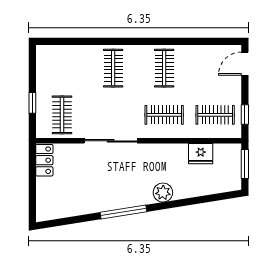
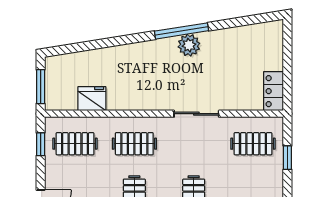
clothes rail: (62, 115) -> (253, 144), turned 90
sliding door: (111, 141) -> (196, 114), width x0.73
plant: (163, 193) -> (189, 45), moved

